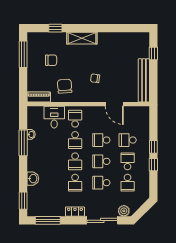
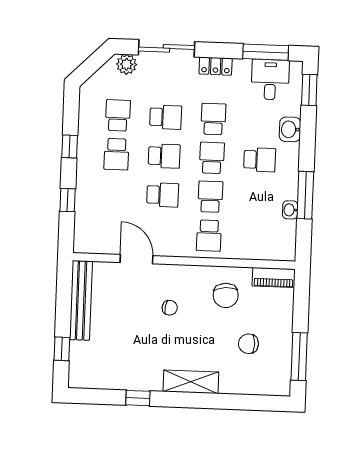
window: (55, 28) -> (138, 398), moved
desk: (54, 117) -> (270, 80), moved, turned 180
school desk: (128, 140) -> (260, 160), moved
window: (153, 147) -> (68, 200), moved

